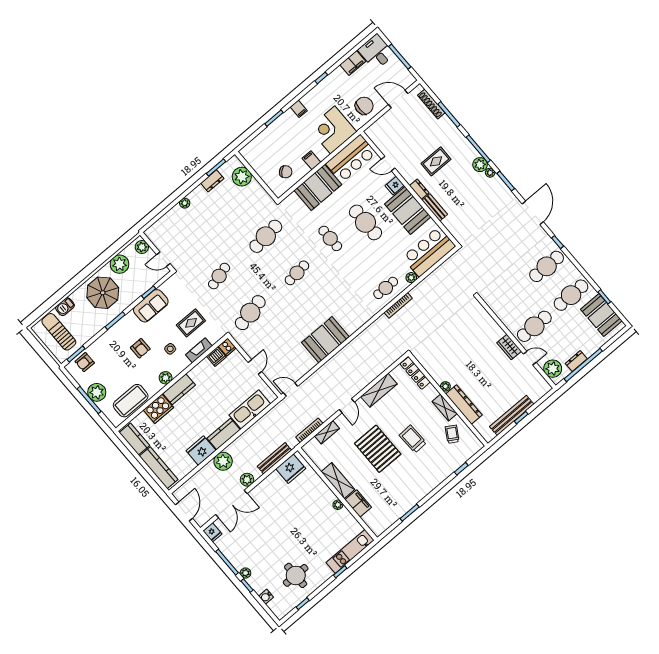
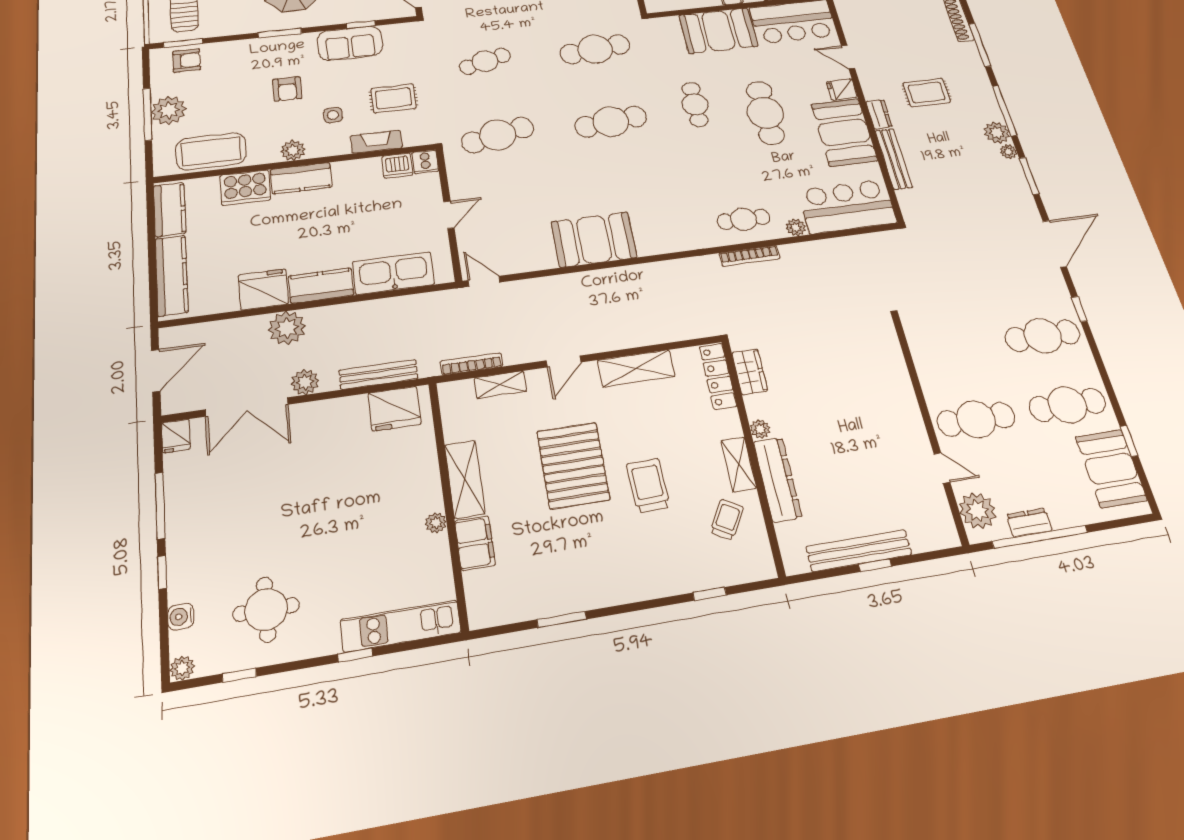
bench: (435, 207) -> (894, 159), width x1.36
cafe table: (297, 273) -> (611, 122), width x1.37, depth x1.35
wardrobe: (509, 347) -> (750, 372), moved, turned 180
armchair: (85, 362) -> (187, 60), turned 180
plant: (246, 573) -> (182, 668), moved

